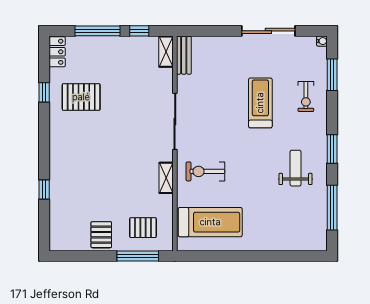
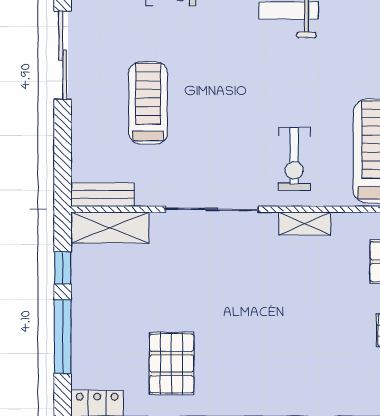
shelving: (166, 52) -> (110, 228), width x1.50, depth x1.33
treadmill: (260, 103) -> (148, 103), moved, turned 90

